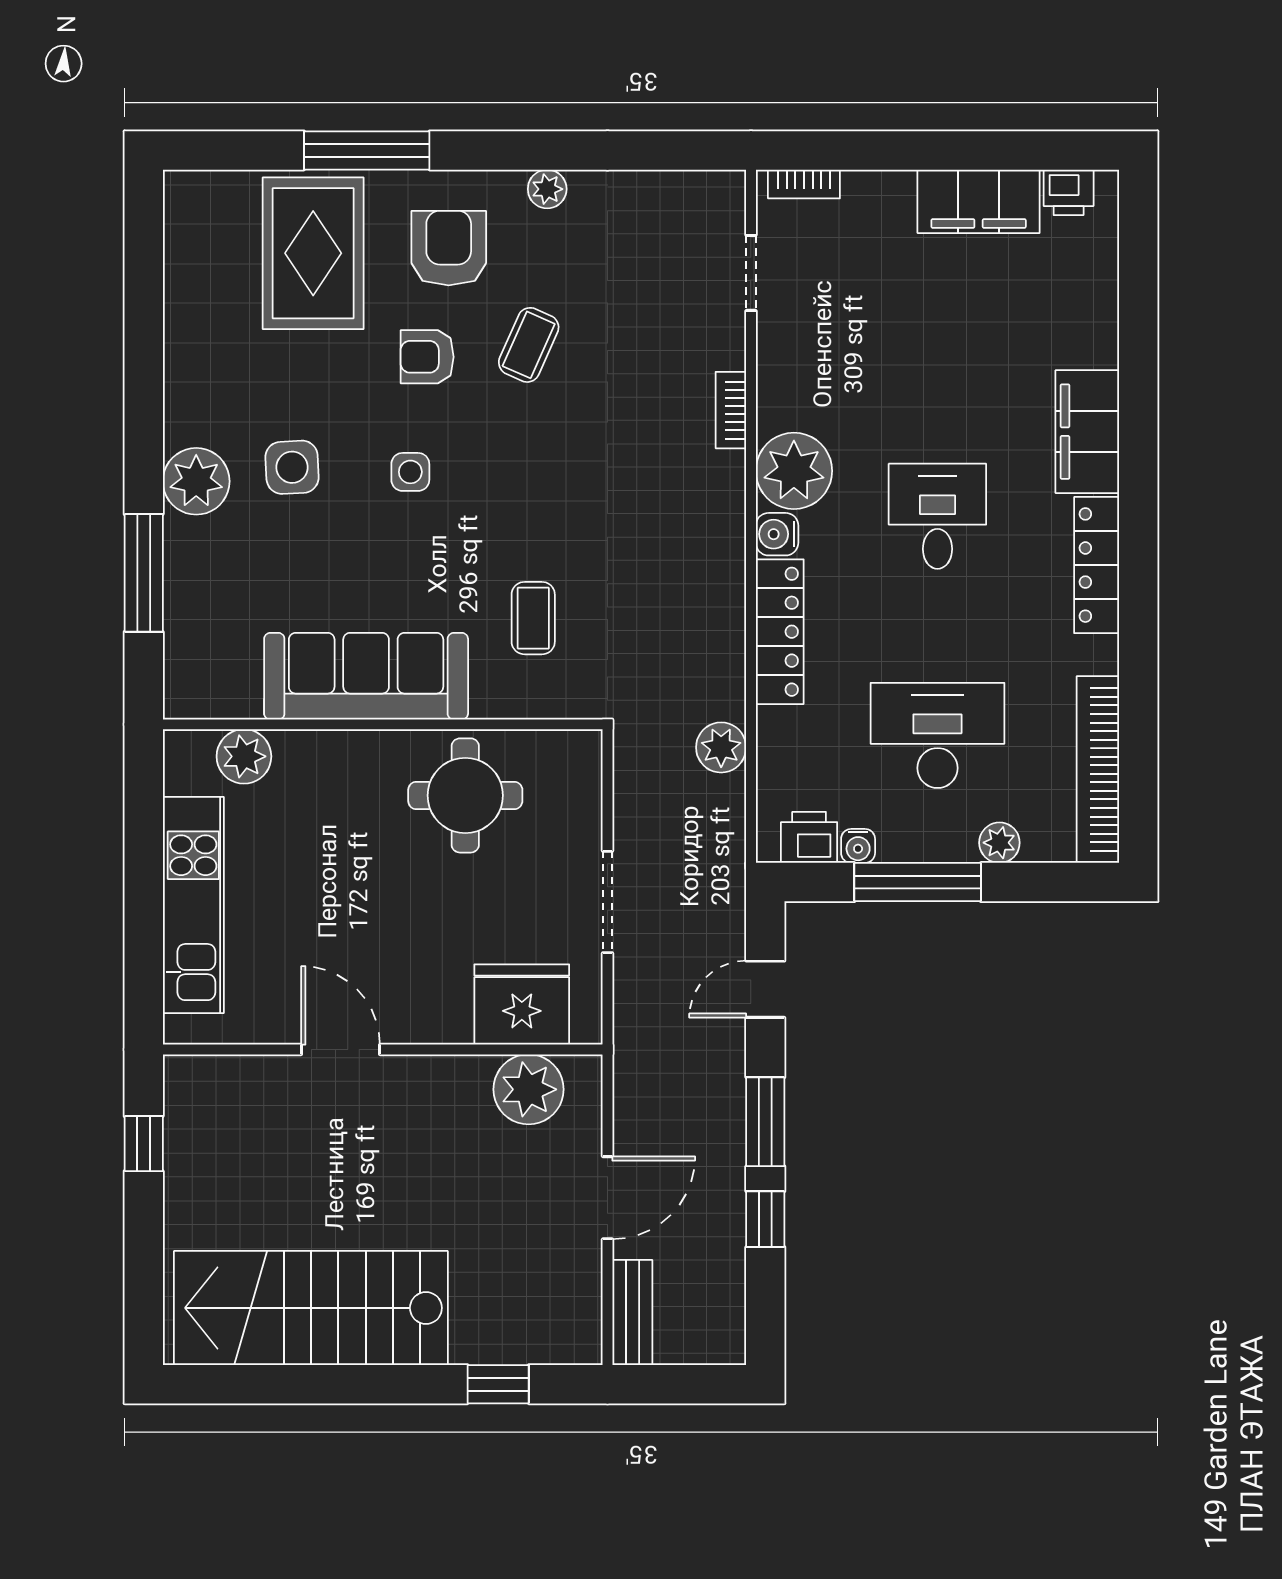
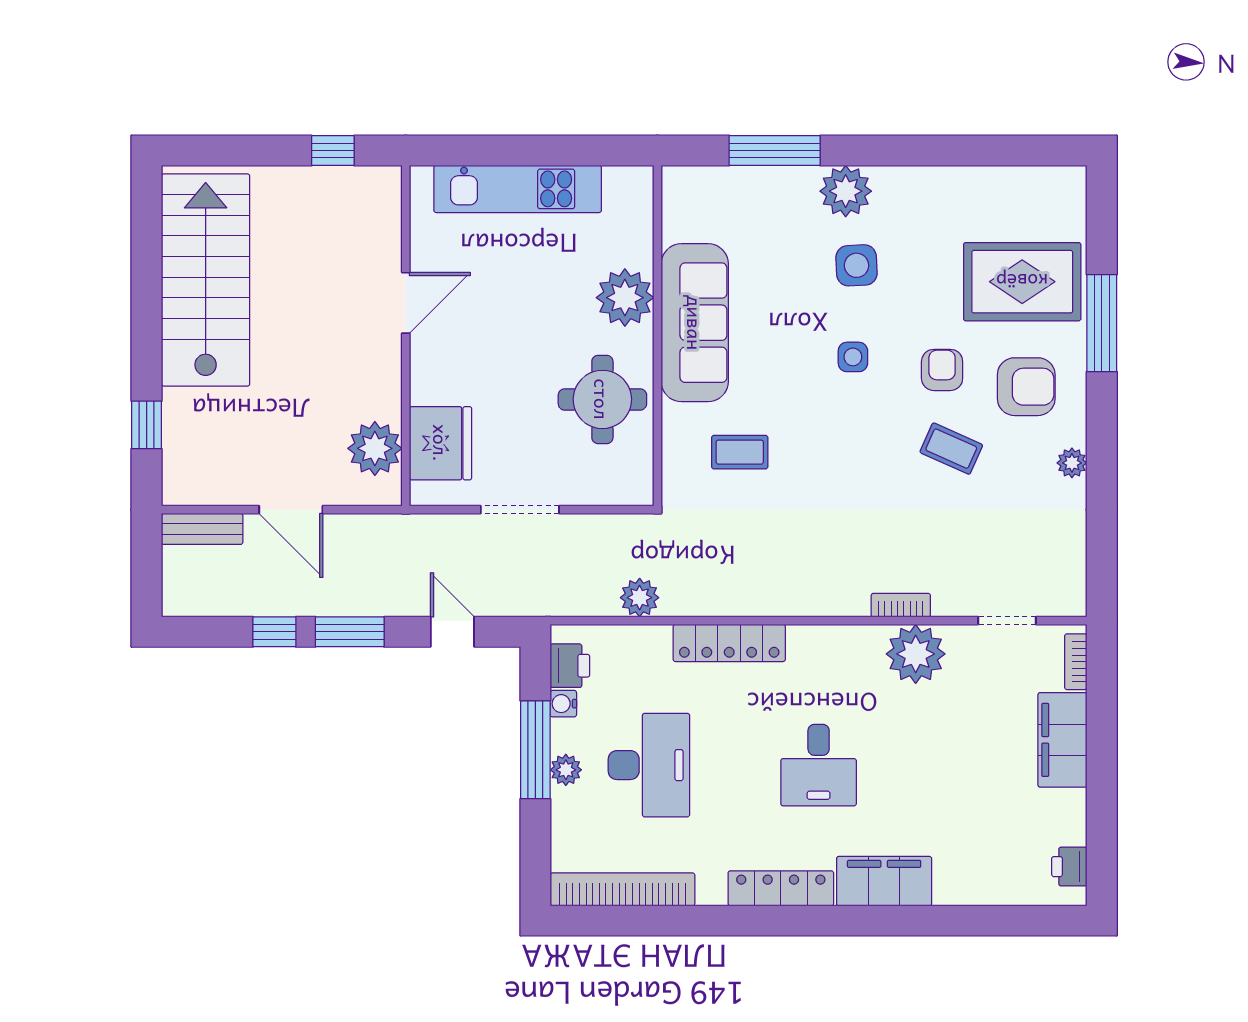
filing cabinet: (979, 201) -> (1062, 740), moved
plant: (794, 471) -> (916, 654), moved
desk: (937, 516) -> (819, 765), turned 90
water cooler: (777, 534) -> (805, 641), removed
plant: (244, 756) -> (625, 298), moved, width x1.36, depth x1.36
plant: (999, 843) -> (566, 770), moved

